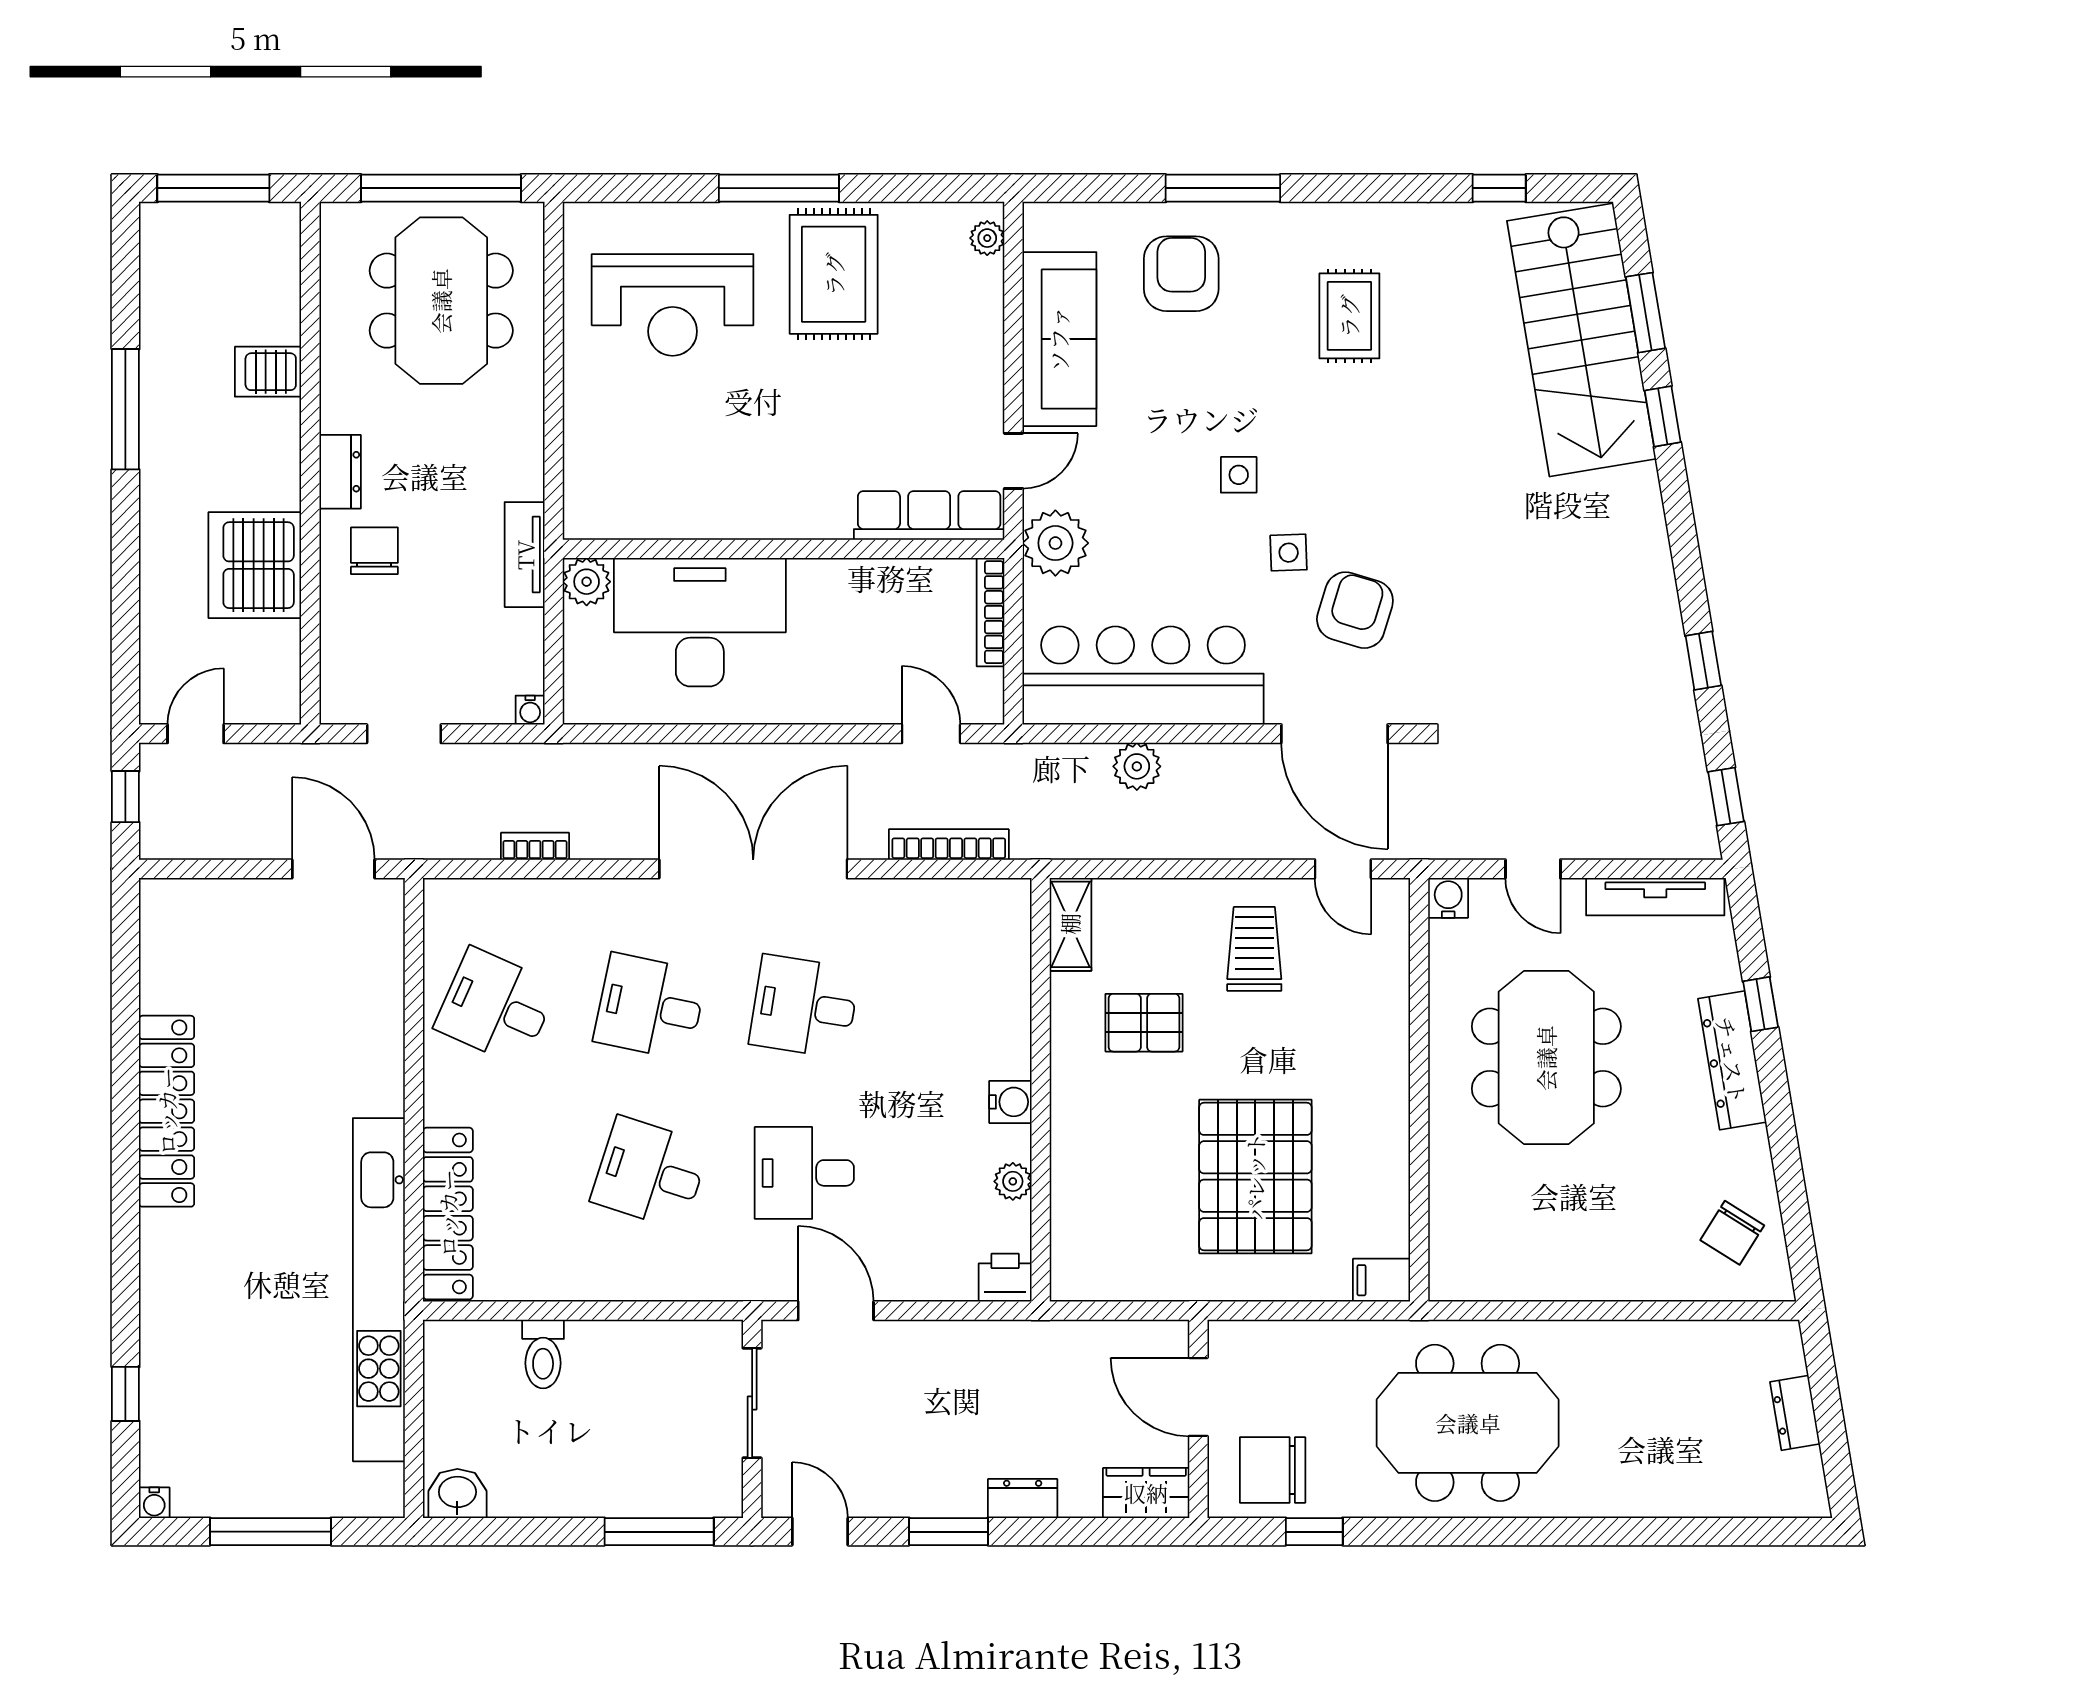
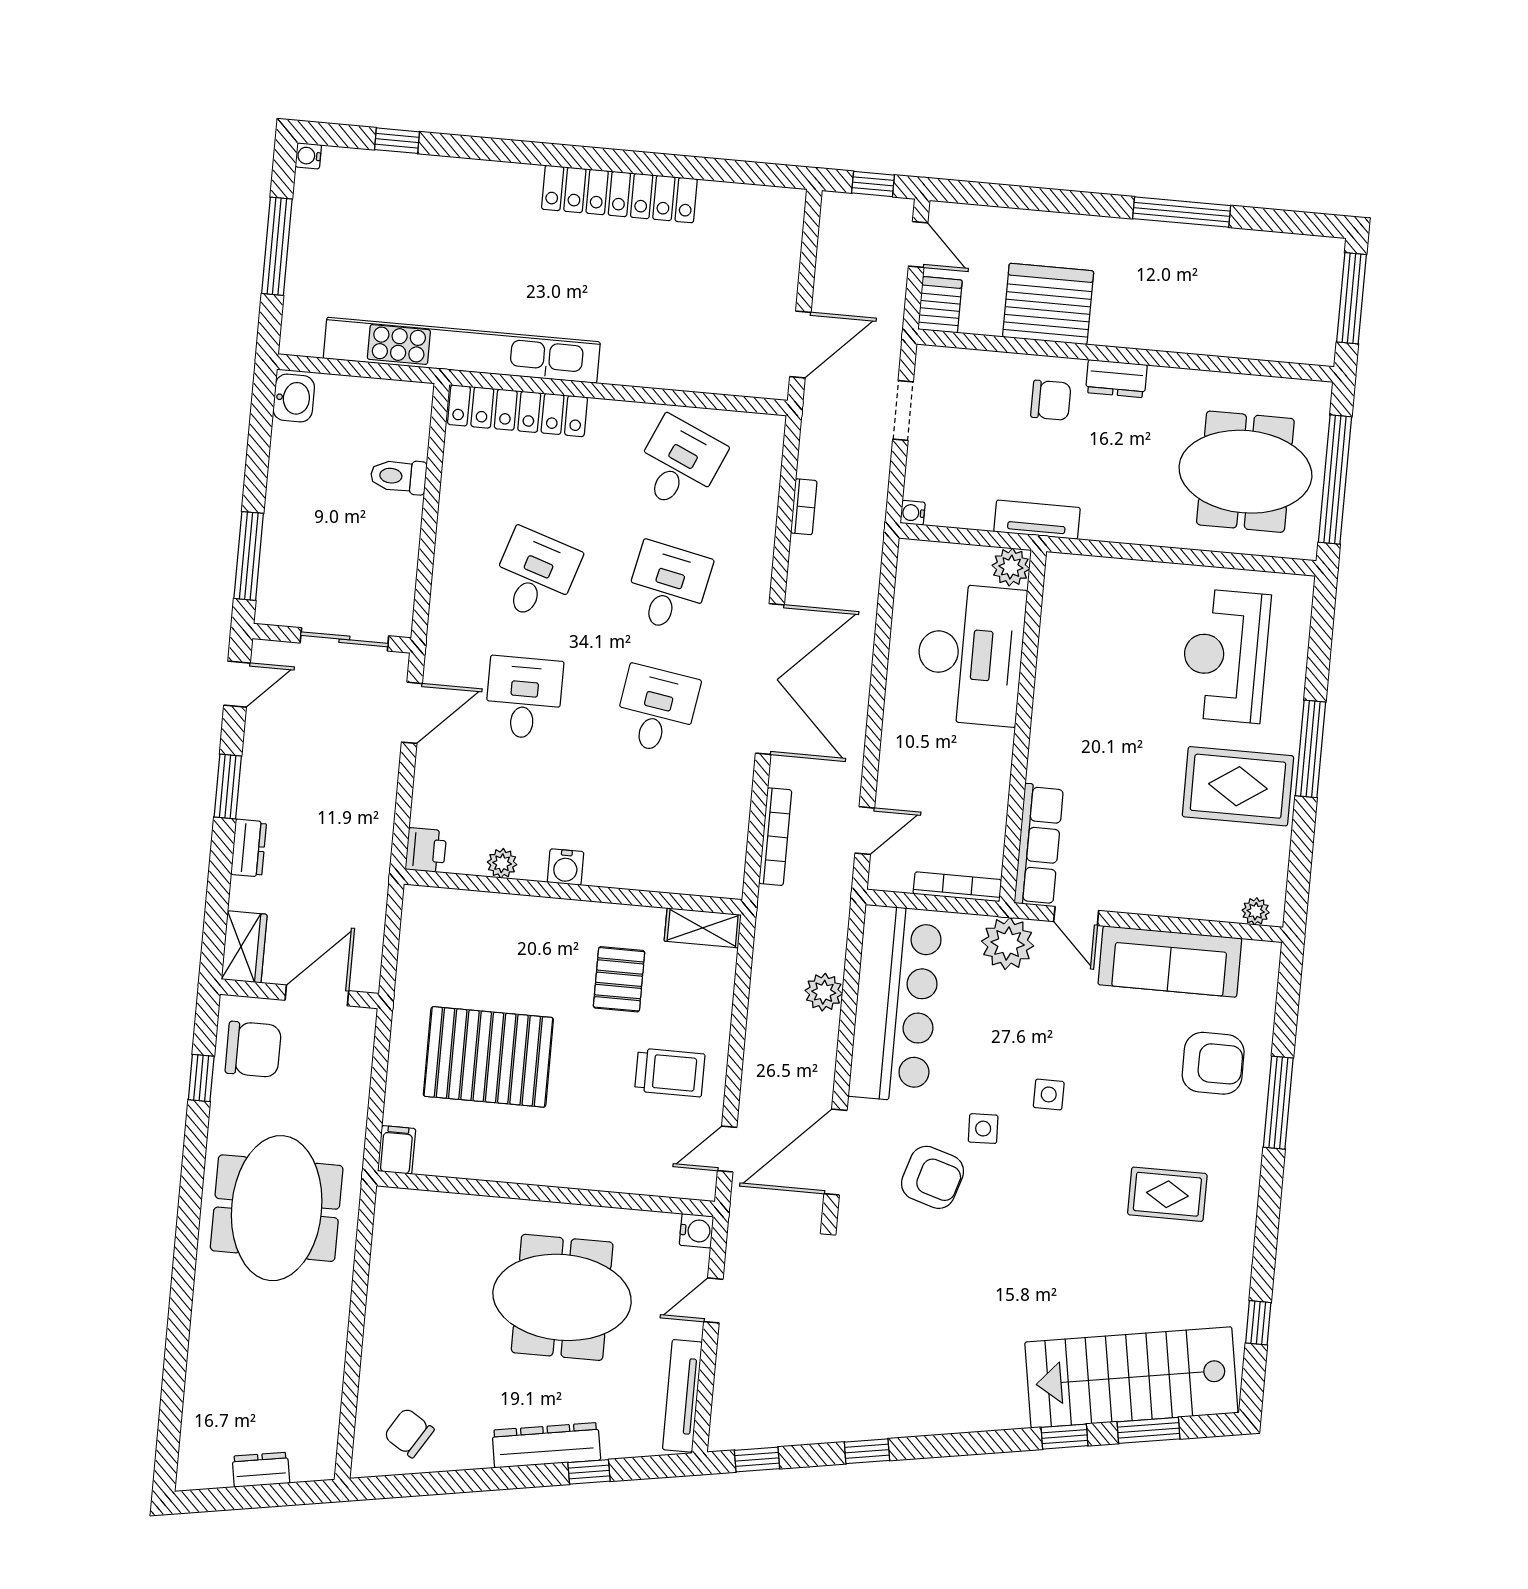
server rack: (268, 372) -> (940, 305), moved
chair: (1273, 1470) -> (253, 1049), turned 90

